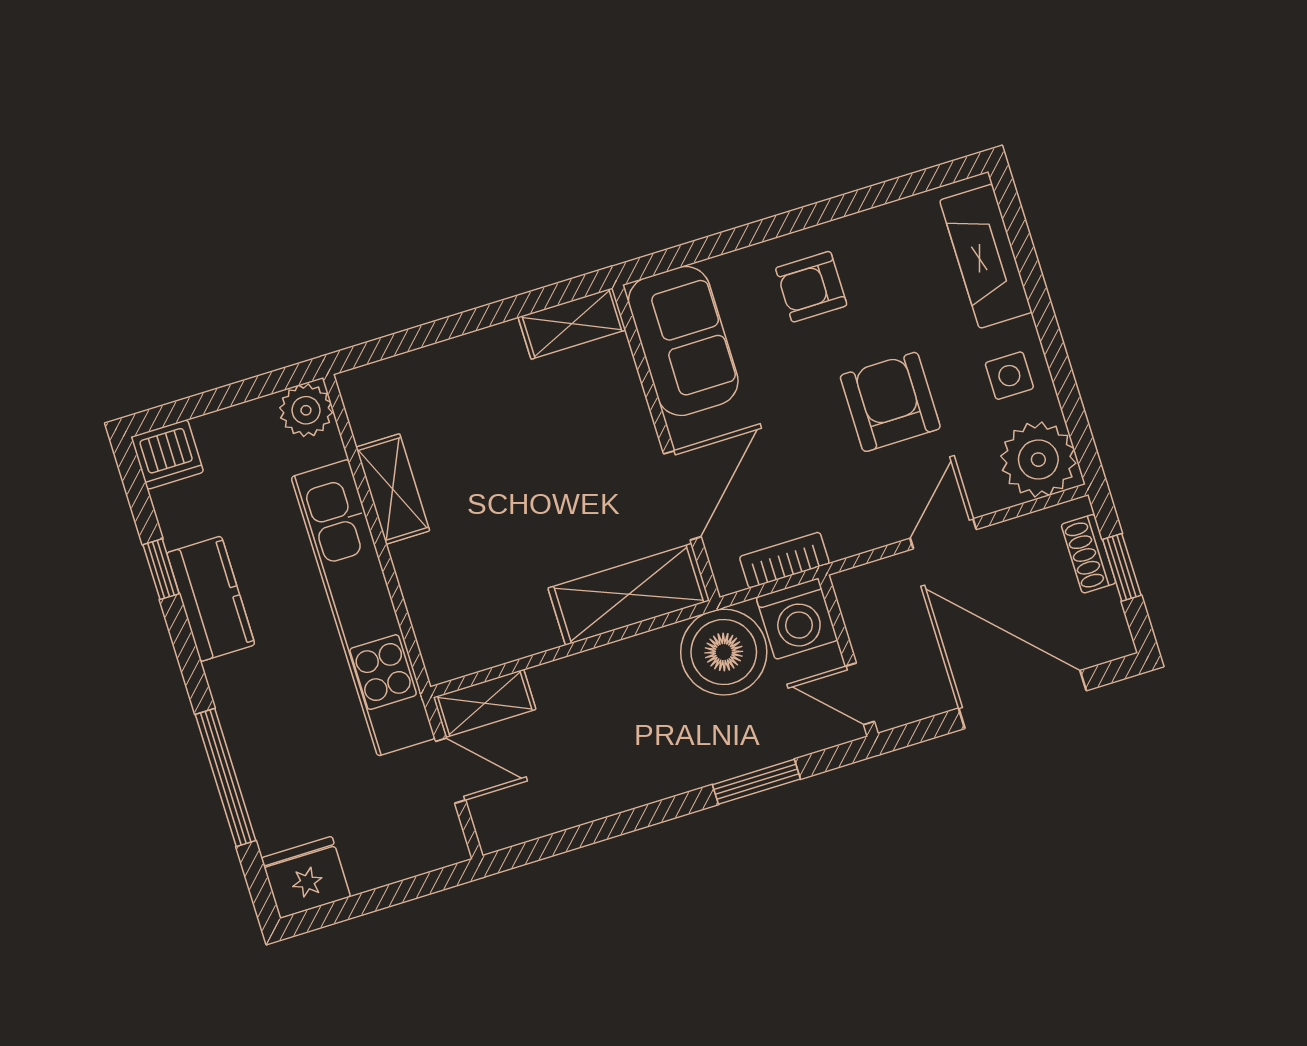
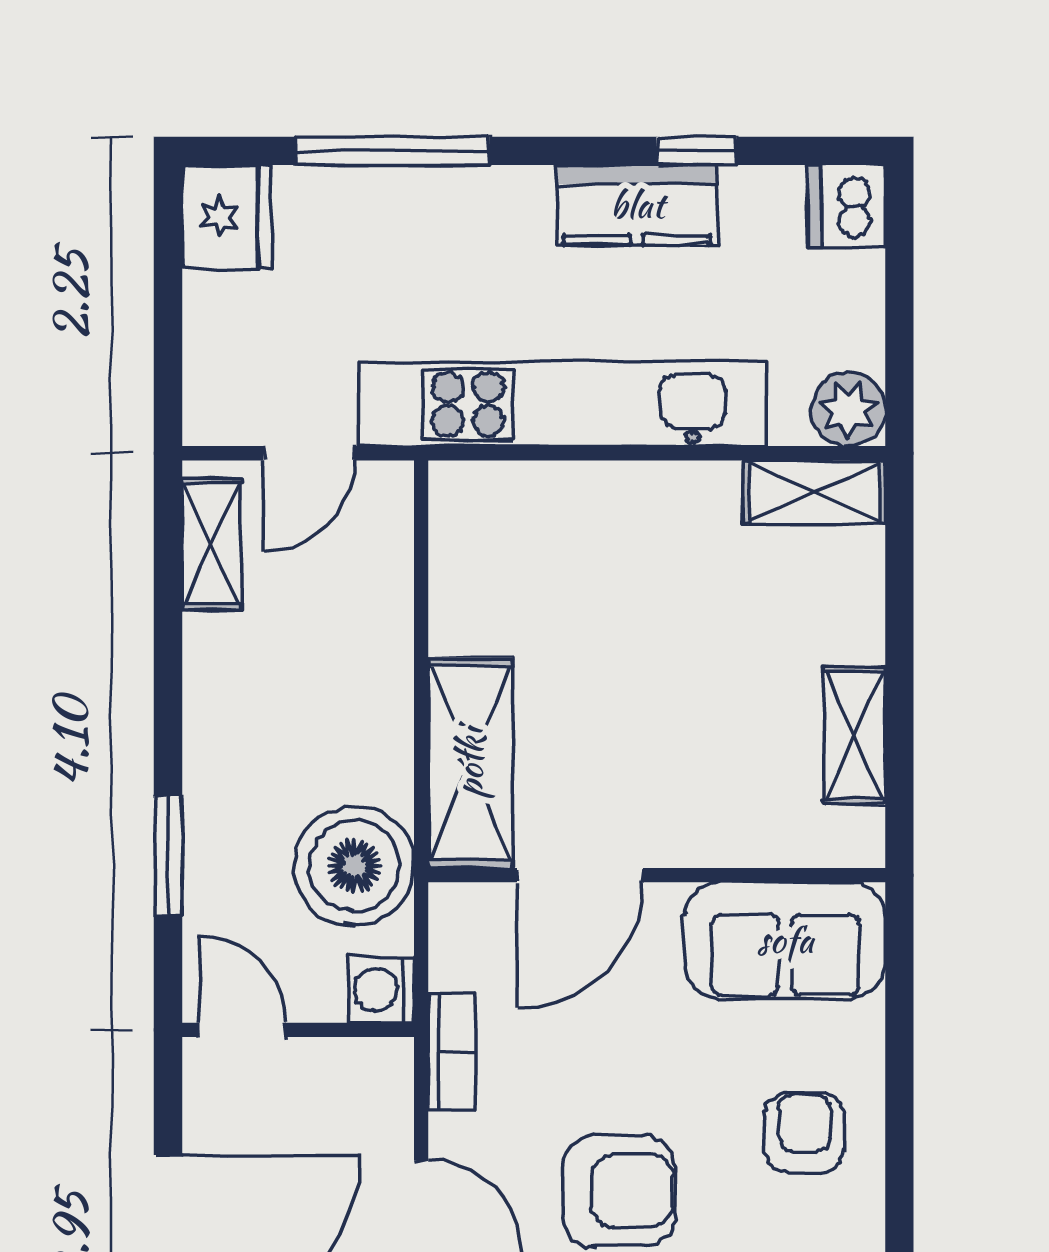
shelving: (572, 324) -> (854, 736), moved
shelving: (393, 489) -> (814, 492), moved
door: (682, 495) -> (580, 875), hinge flipped
bookcase: (784, 560) -> (452, 1052), moved
washing machine: (797, 619) -> (381, 990), width x0.73, depth x0.73
door: (860, 694) -> (242, 1030), hinge flipped
shelving: (485, 703) -> (212, 544), moved

